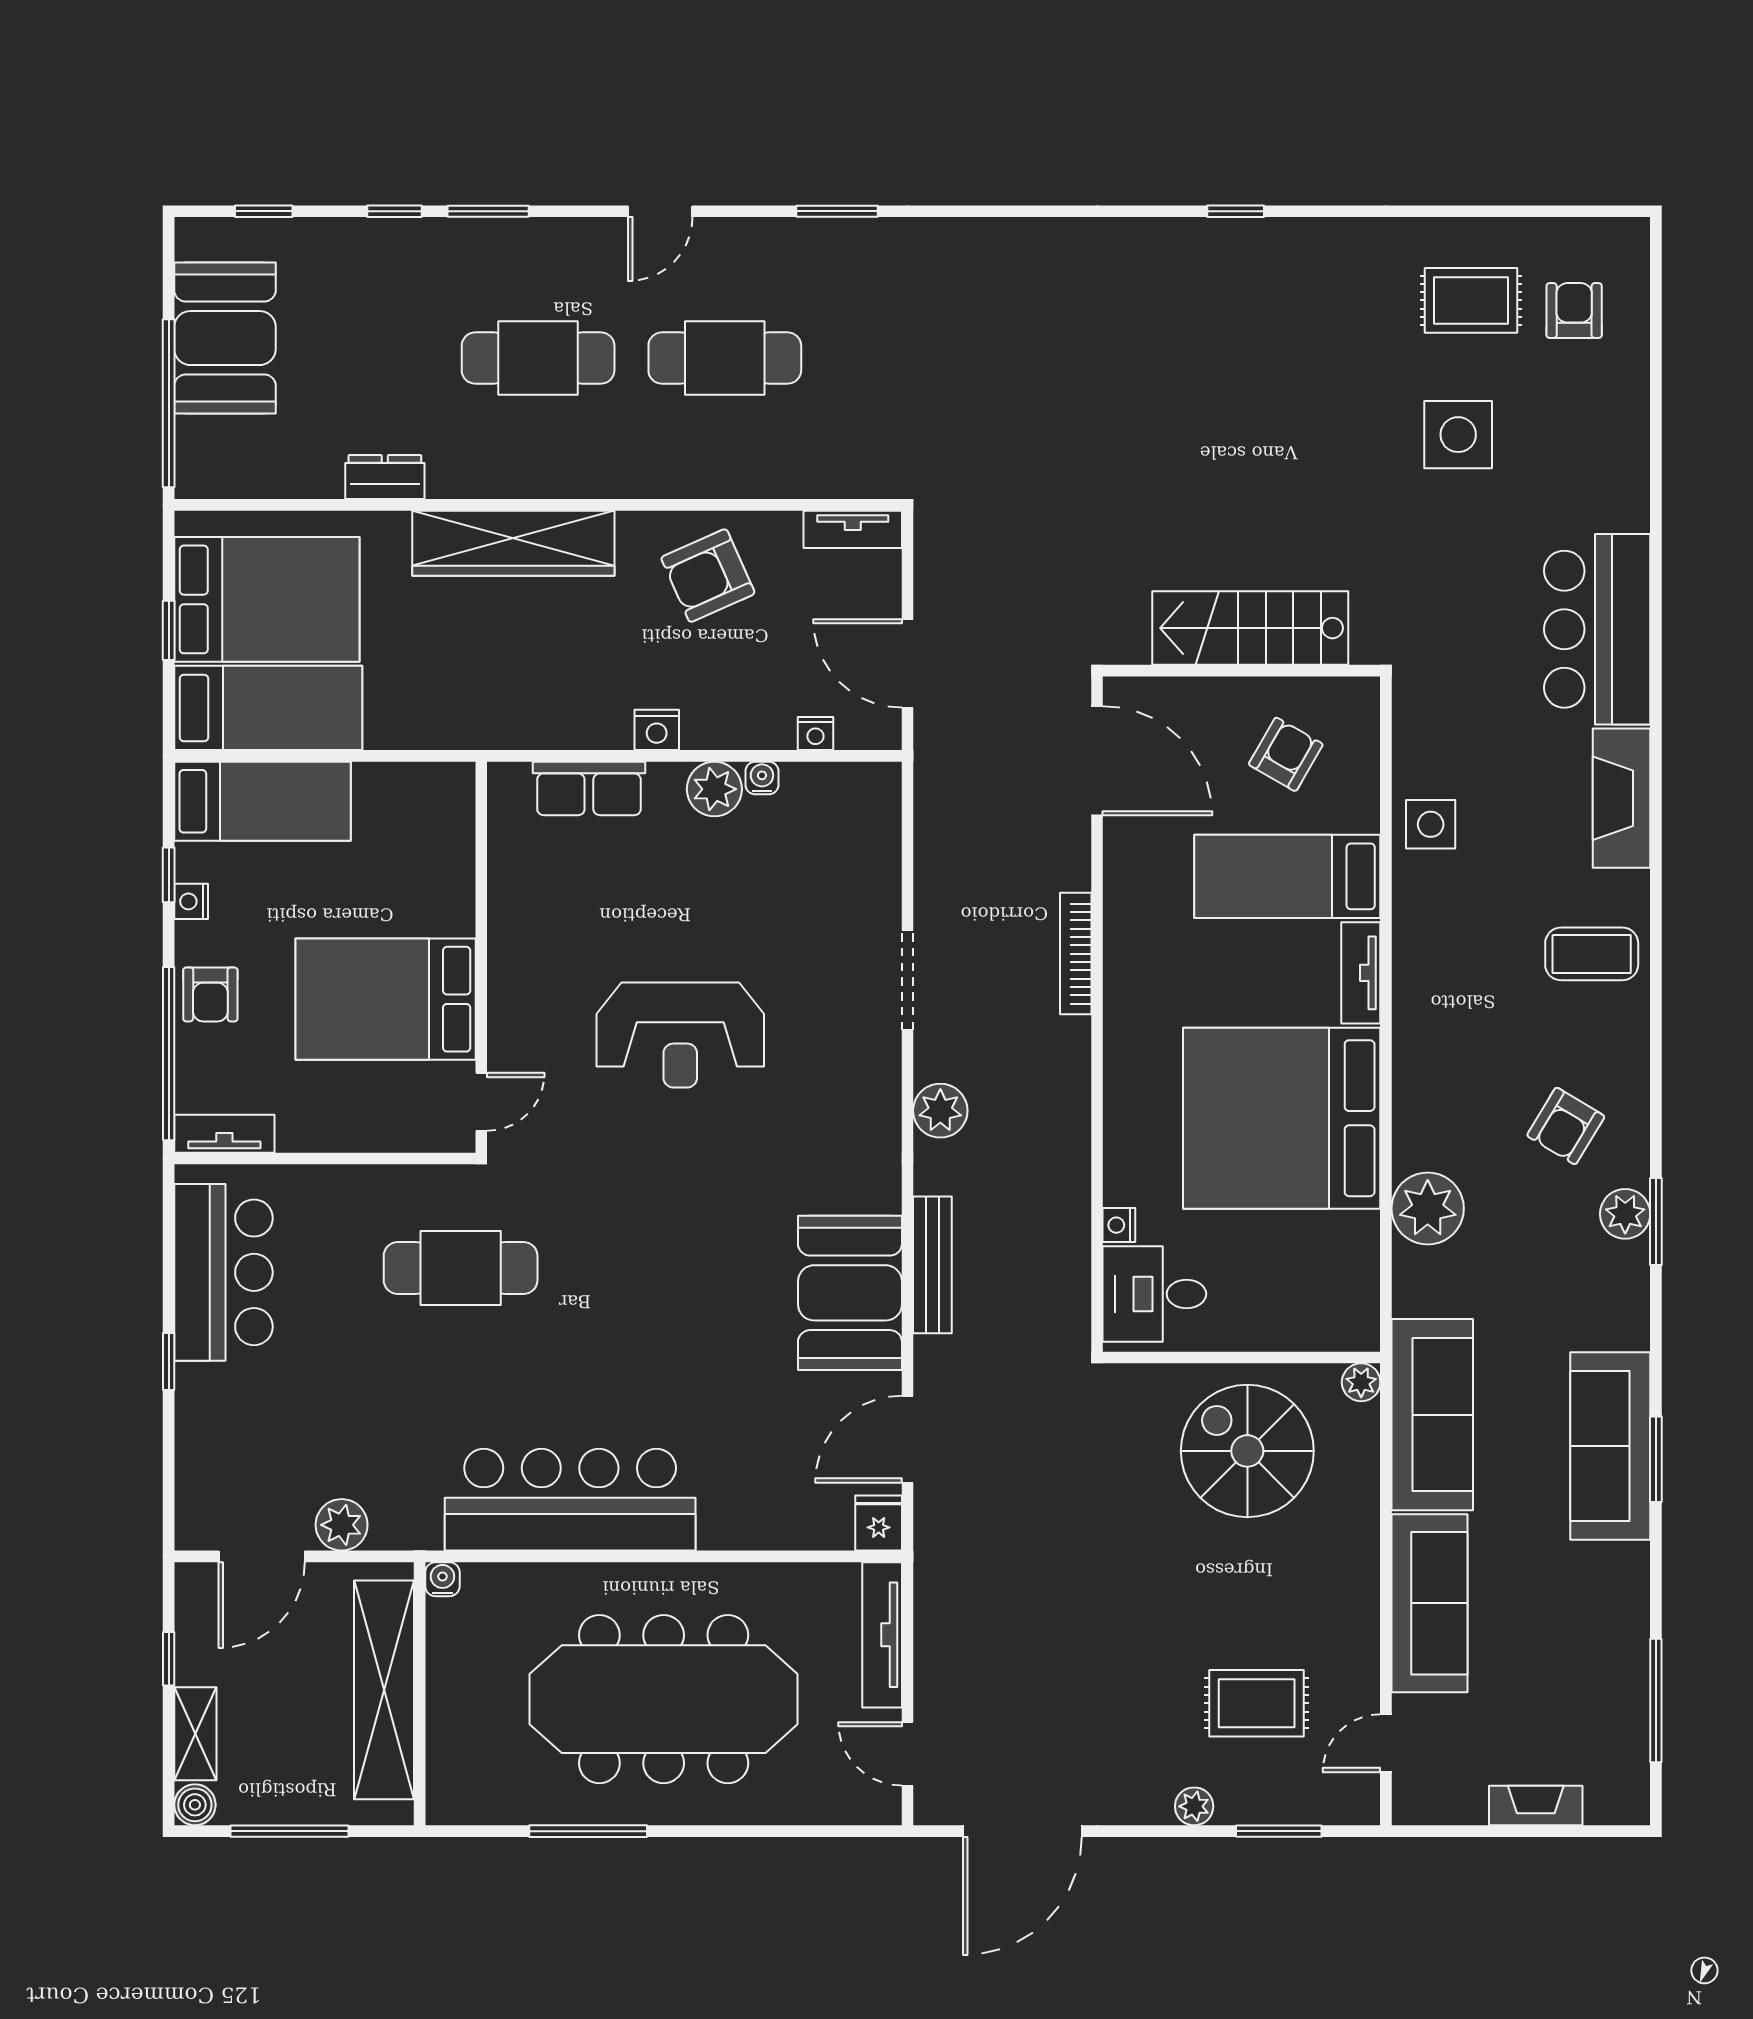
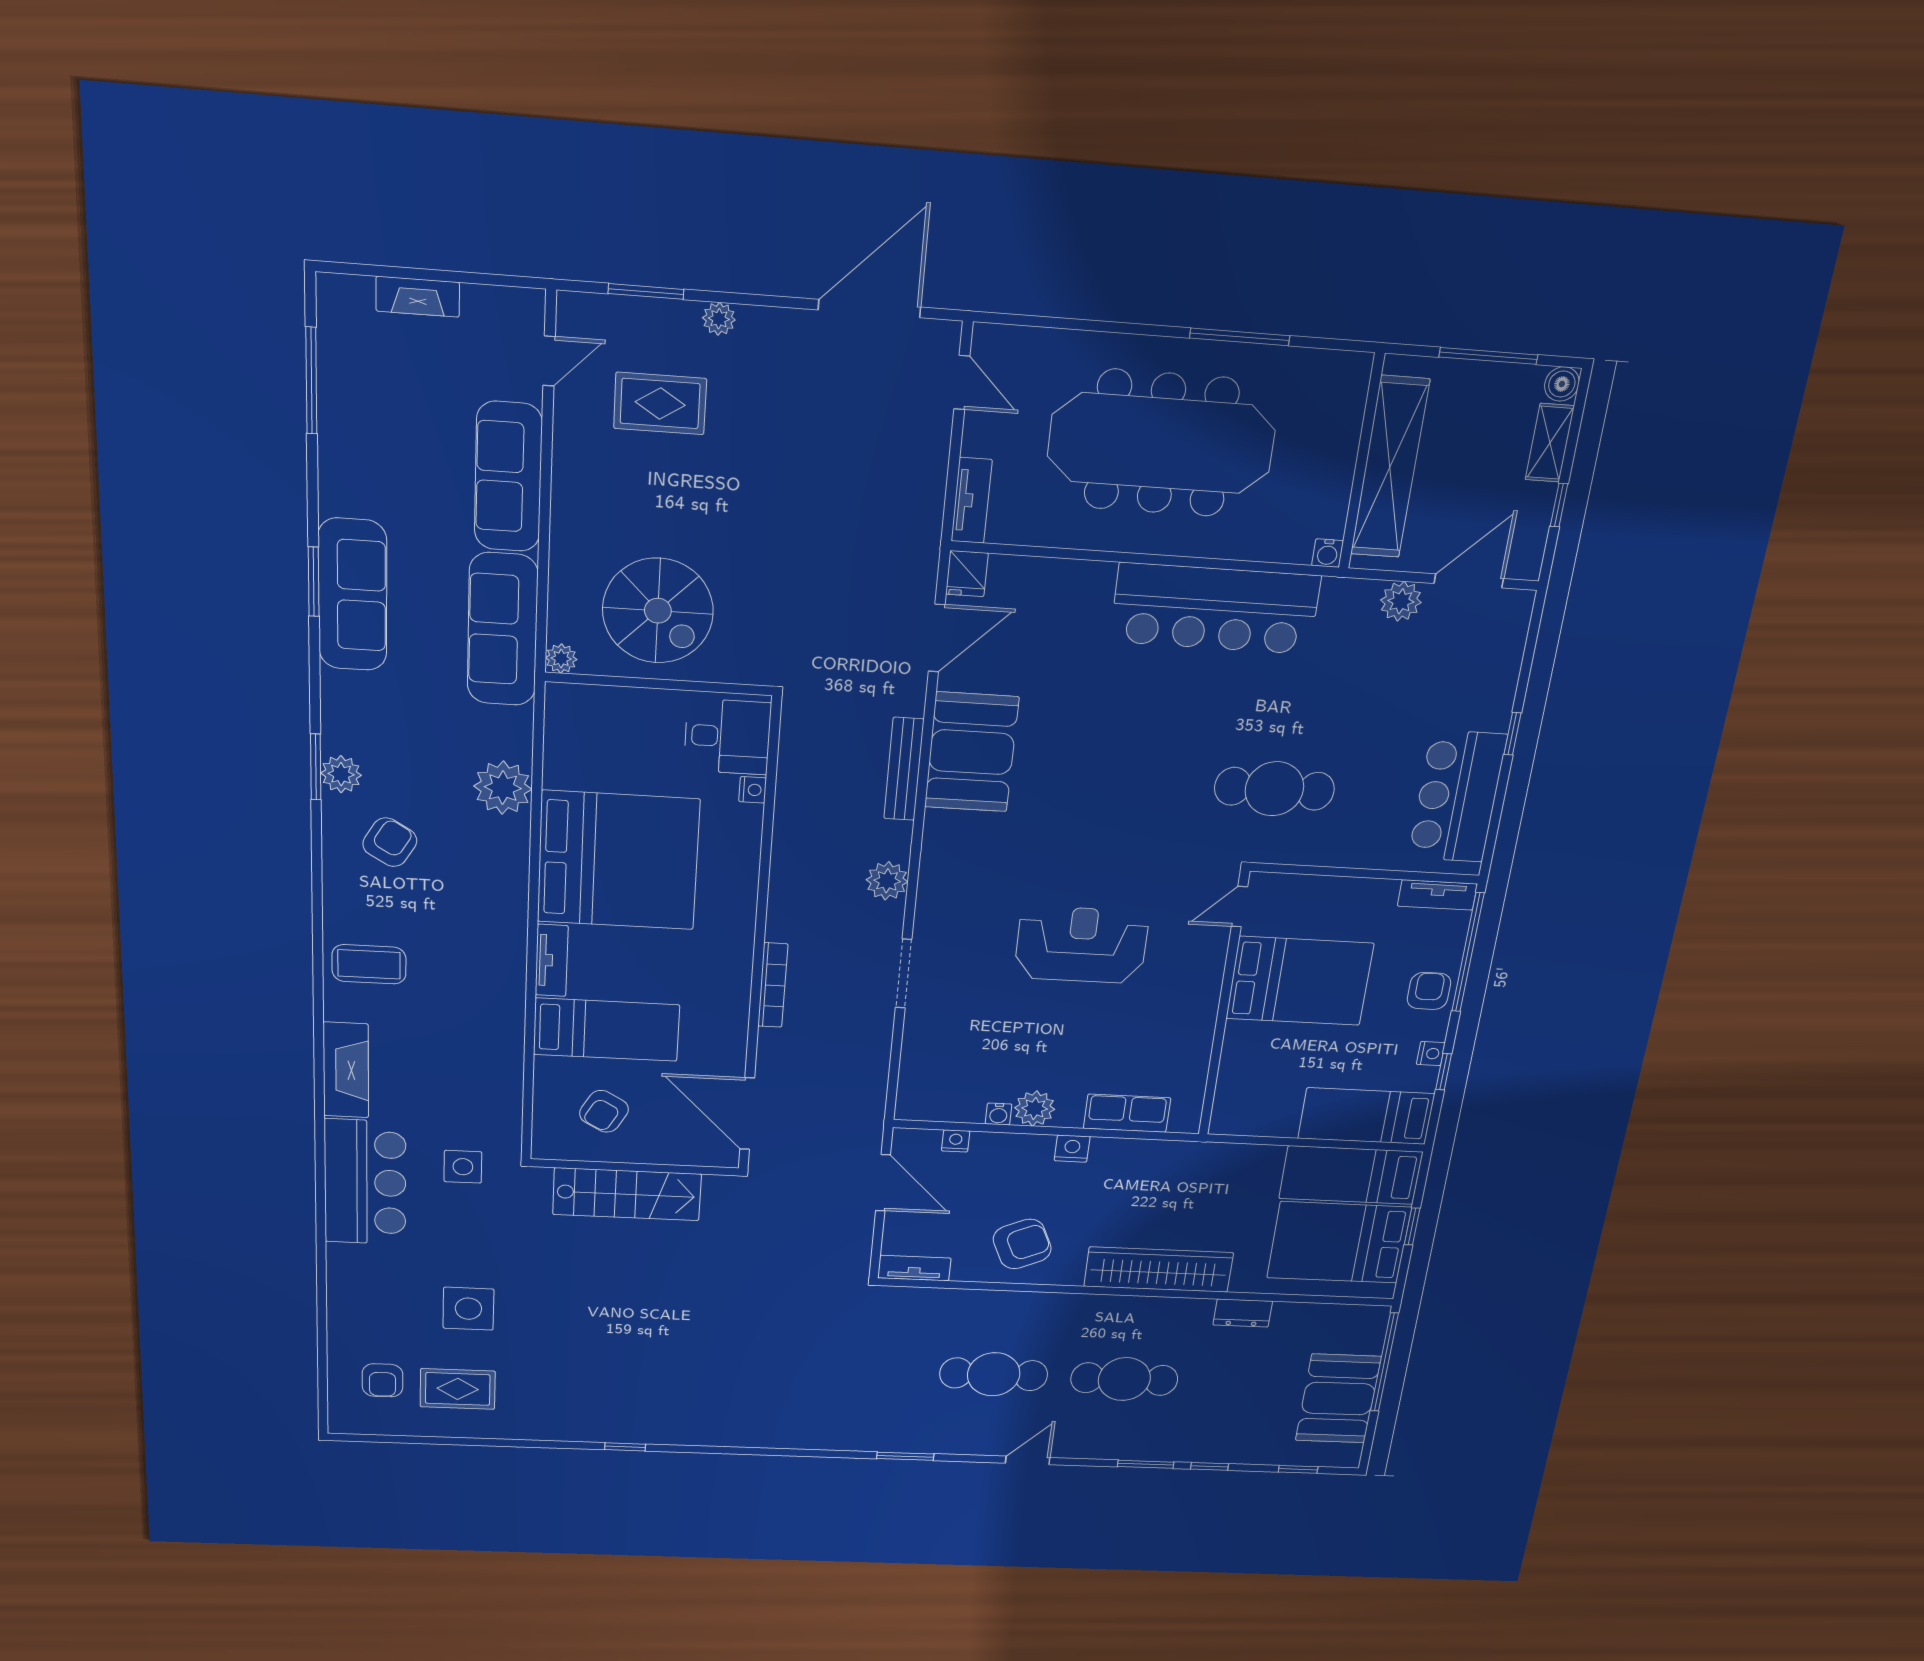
side table: (1431, 824) -> (463, 1167), moved
tv unit: (882, 1635) -> (972, 500), width x0.71

